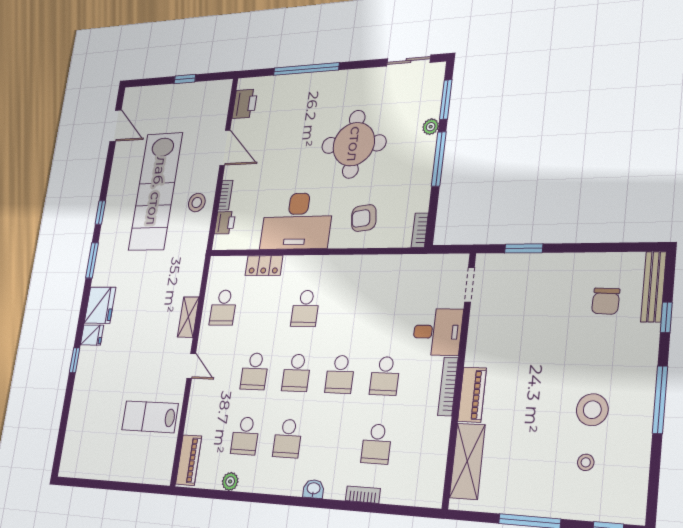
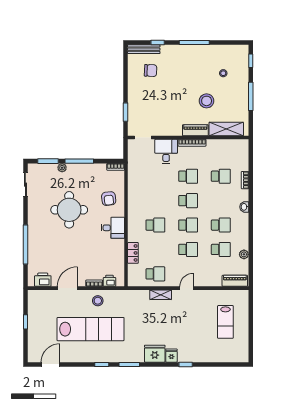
desk: (297, 221) -> (113, 228), width x0.53, depth x0.77
stool: (592, 410) -> (207, 101), moved
lab bench: (150, 417) -> (225, 322), moved

